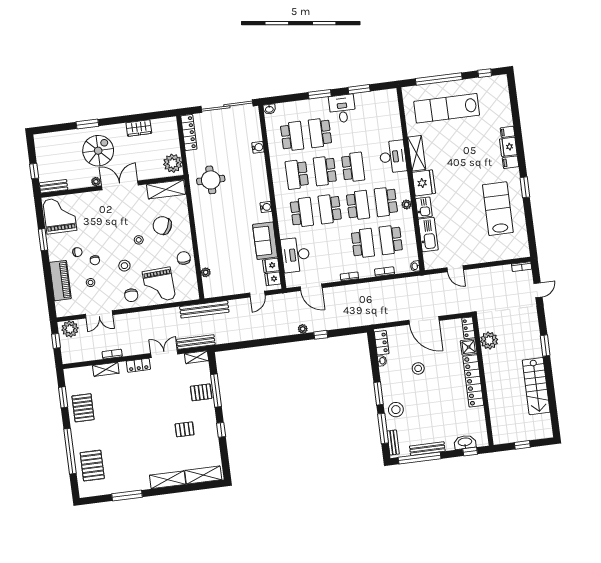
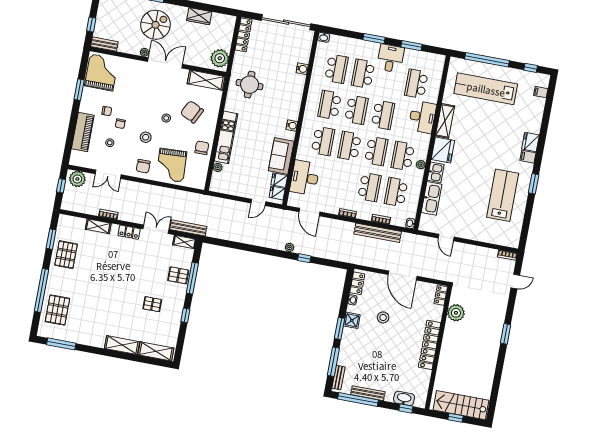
school desk: (376, 126) -> (416, 84), added
filing cabinet: (507, 132) -> (541, 92), moved
school desk: (325, 171) -> (356, 110), turned 180
kitchen unit: (204, 240) -> (226, 137), added
bench: (204, 309) -> (378, 233), moved
shower: (469, 347) -> (352, 320), moved
stairs: (536, 386) -> (461, 405), moved, turned 90
stool: (396, 410) -> (351, 348), removed
window: (127, 496) -> (61, 344), moved

